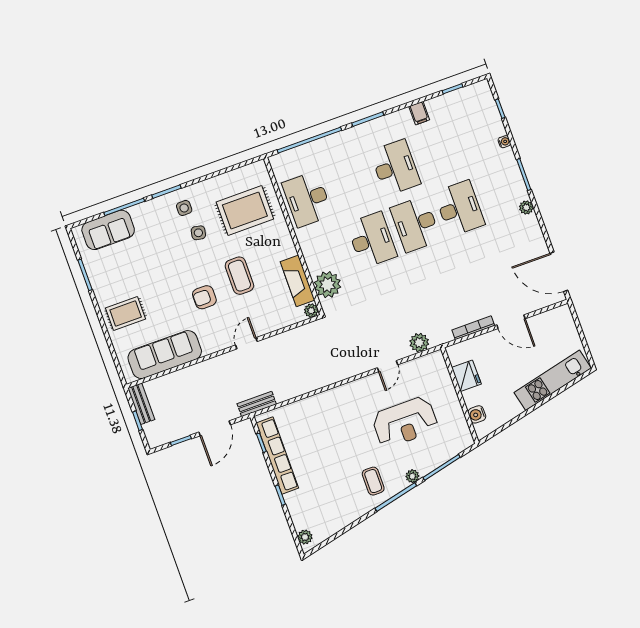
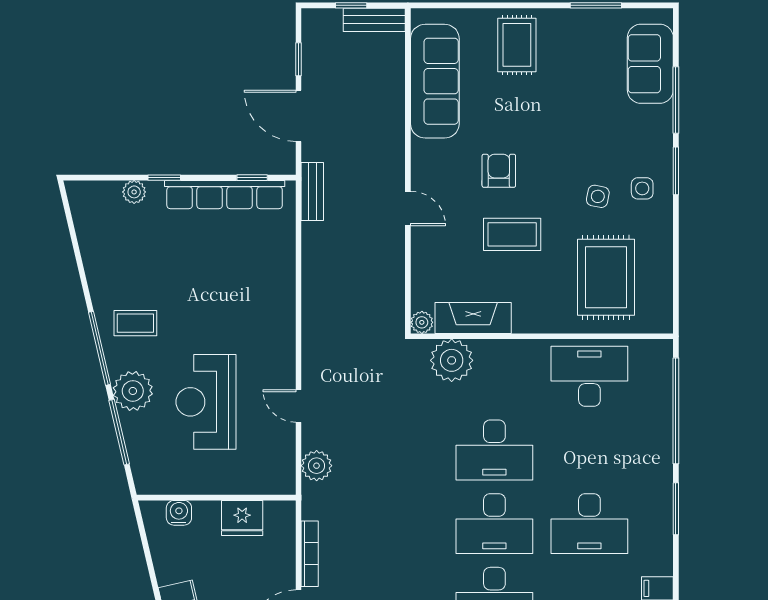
desk: (416, 224) -> (494, 524), turned 180
plant: (412, 476) -> (133, 391), width x1.87, depth x1.87
plant: (305, 537) -> (134, 192), moved

